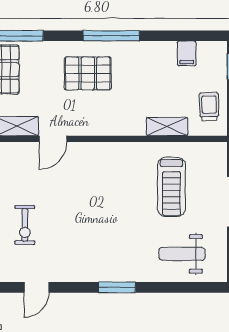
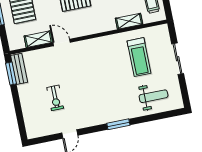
door: (53, 139) -> (62, 43), swing flipped
weight bench: (182, 254) -> (154, 96), turned 180

